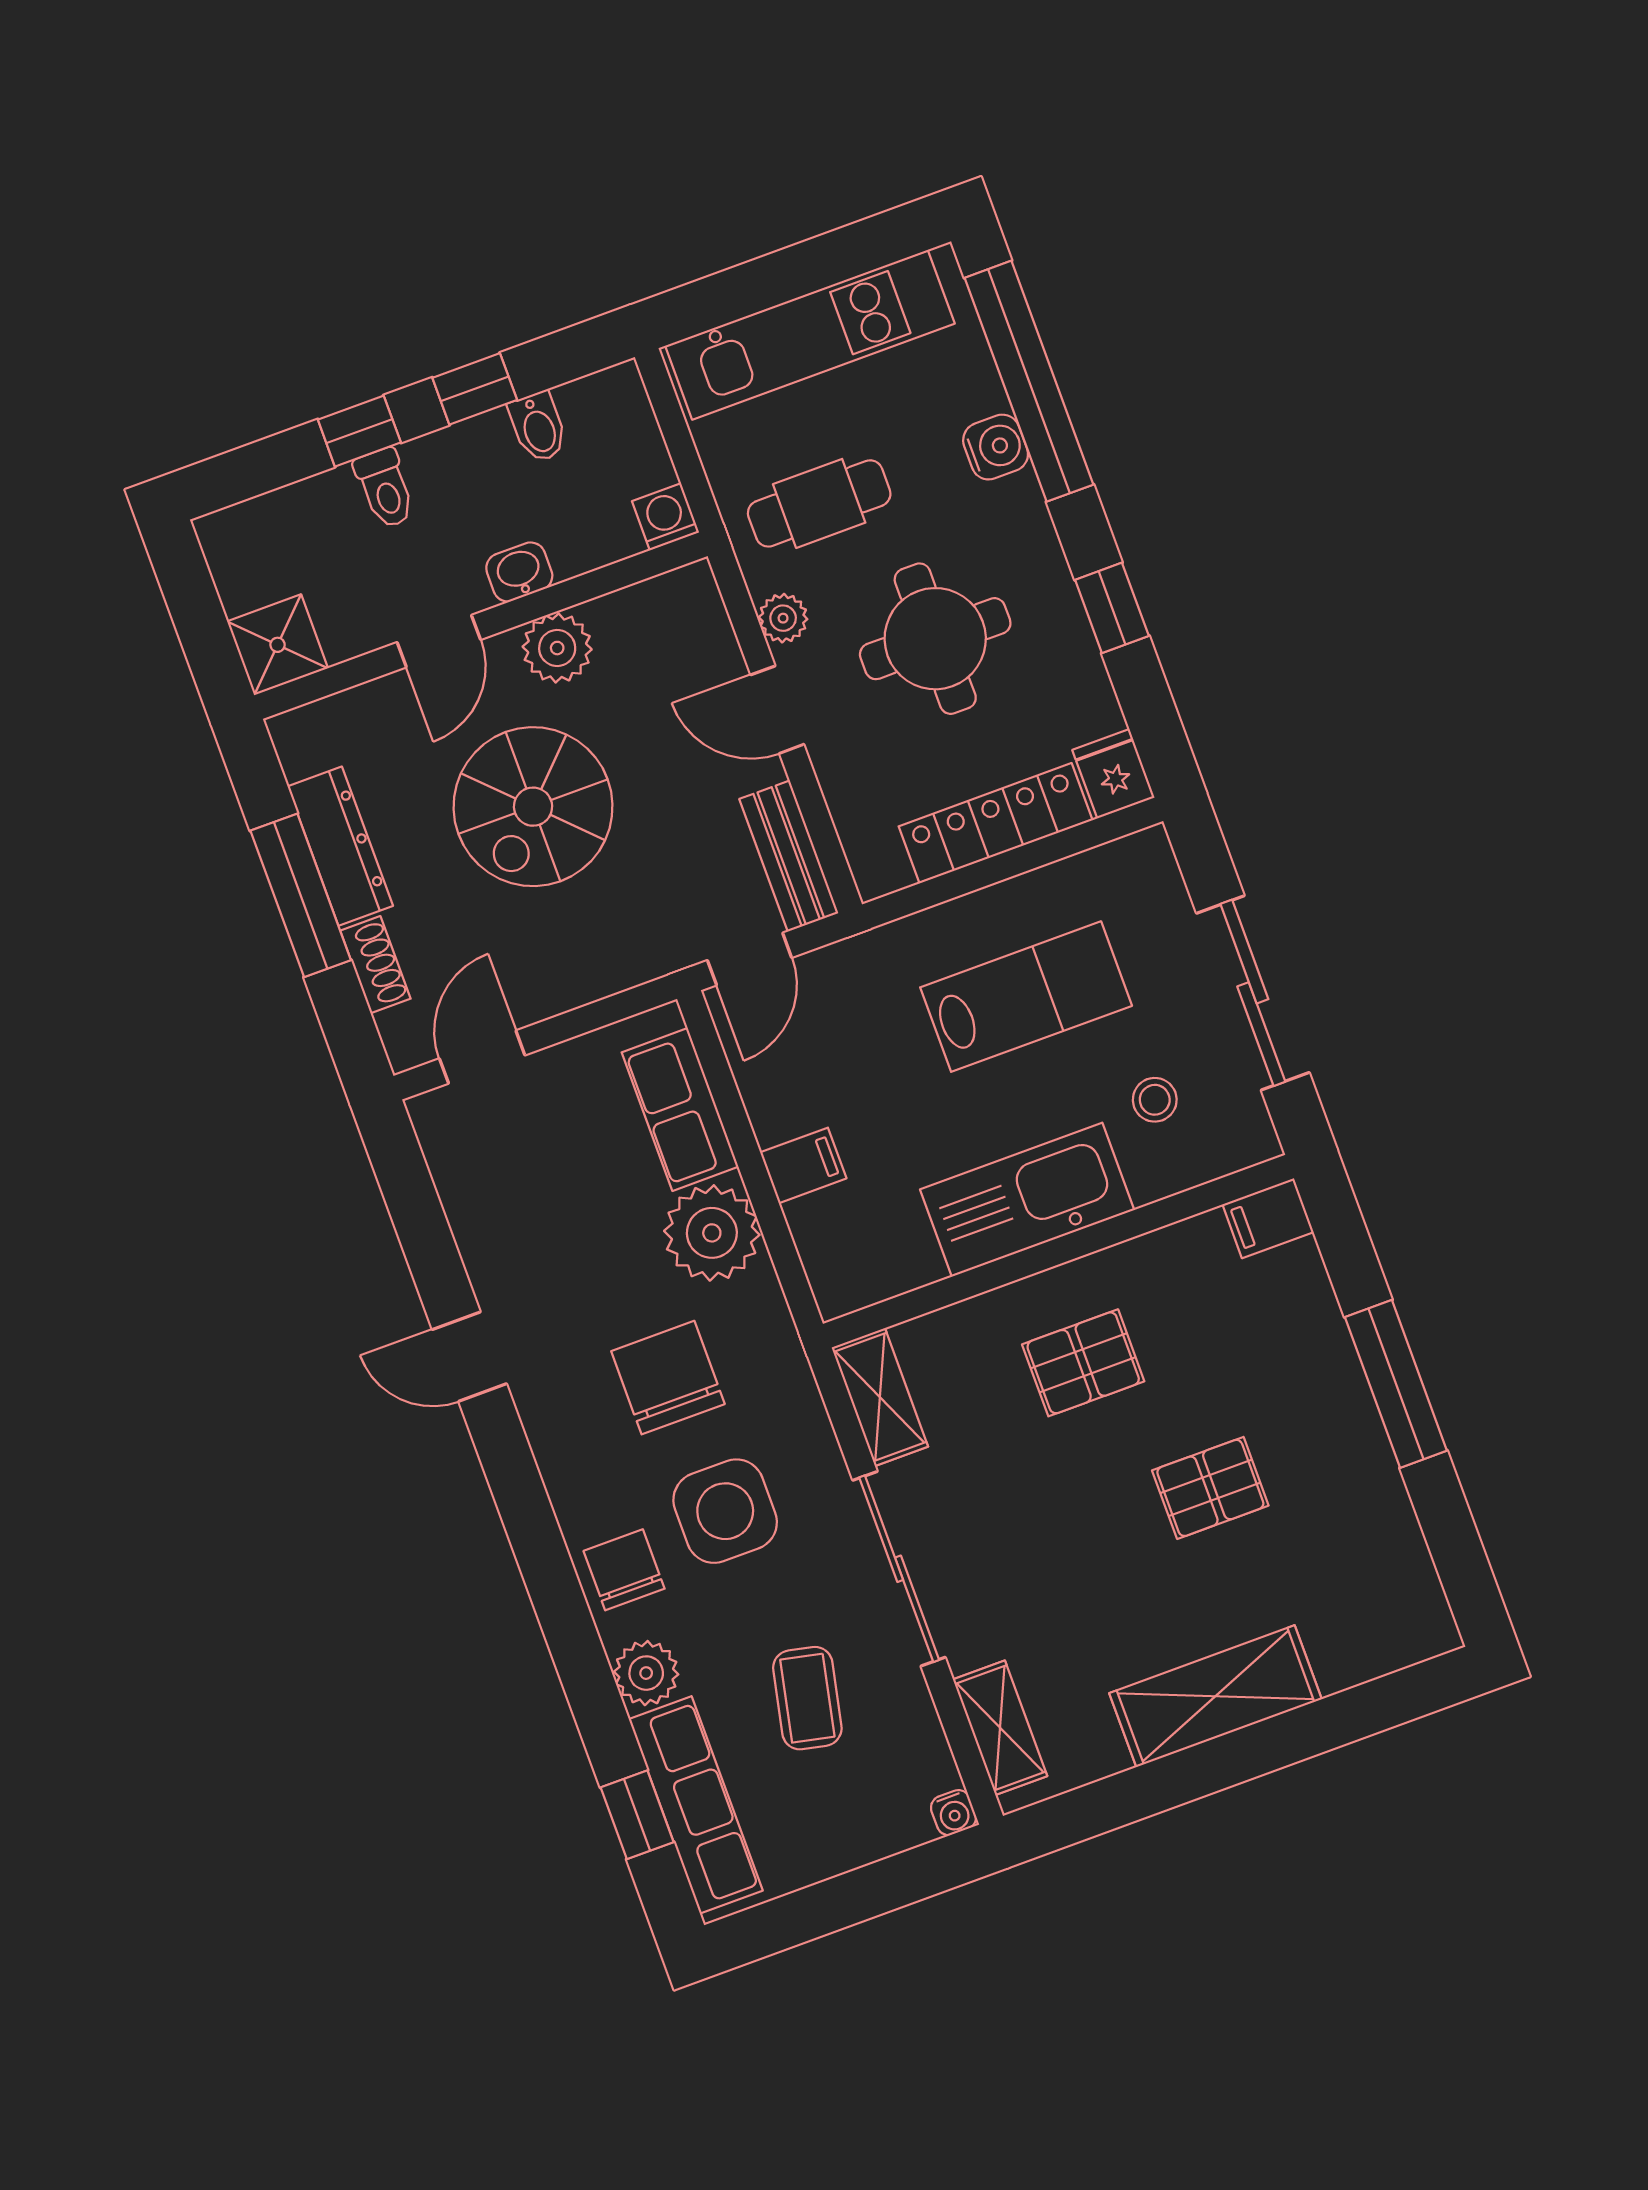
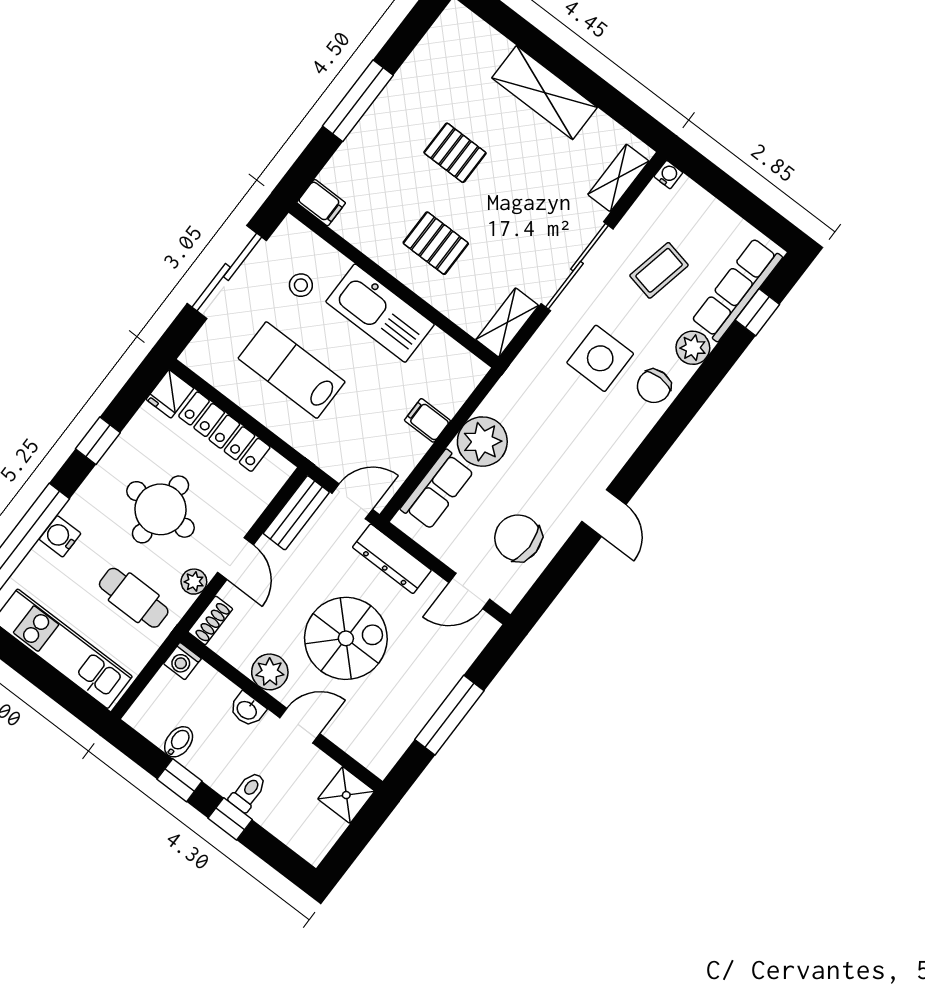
dresser: (340, 846) -> (392, 559), moved, turned -90
shoe rack: (375, 965) -> (210, 620), moved, turned 180
chair: (668, 1378) -> (518, 538), moved, turned 90

